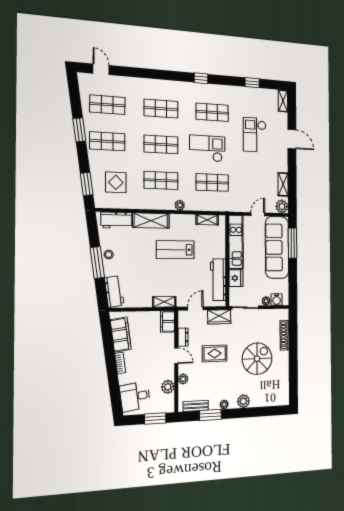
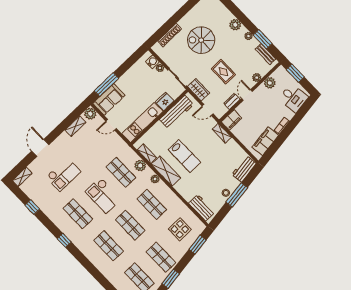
plant: (203, 204) -> (140, 166), added
shelving: (151, 221) -> (166, 171), moved
sofa: (277, 247) -> (109, 99), width x0.54, depth x0.79

